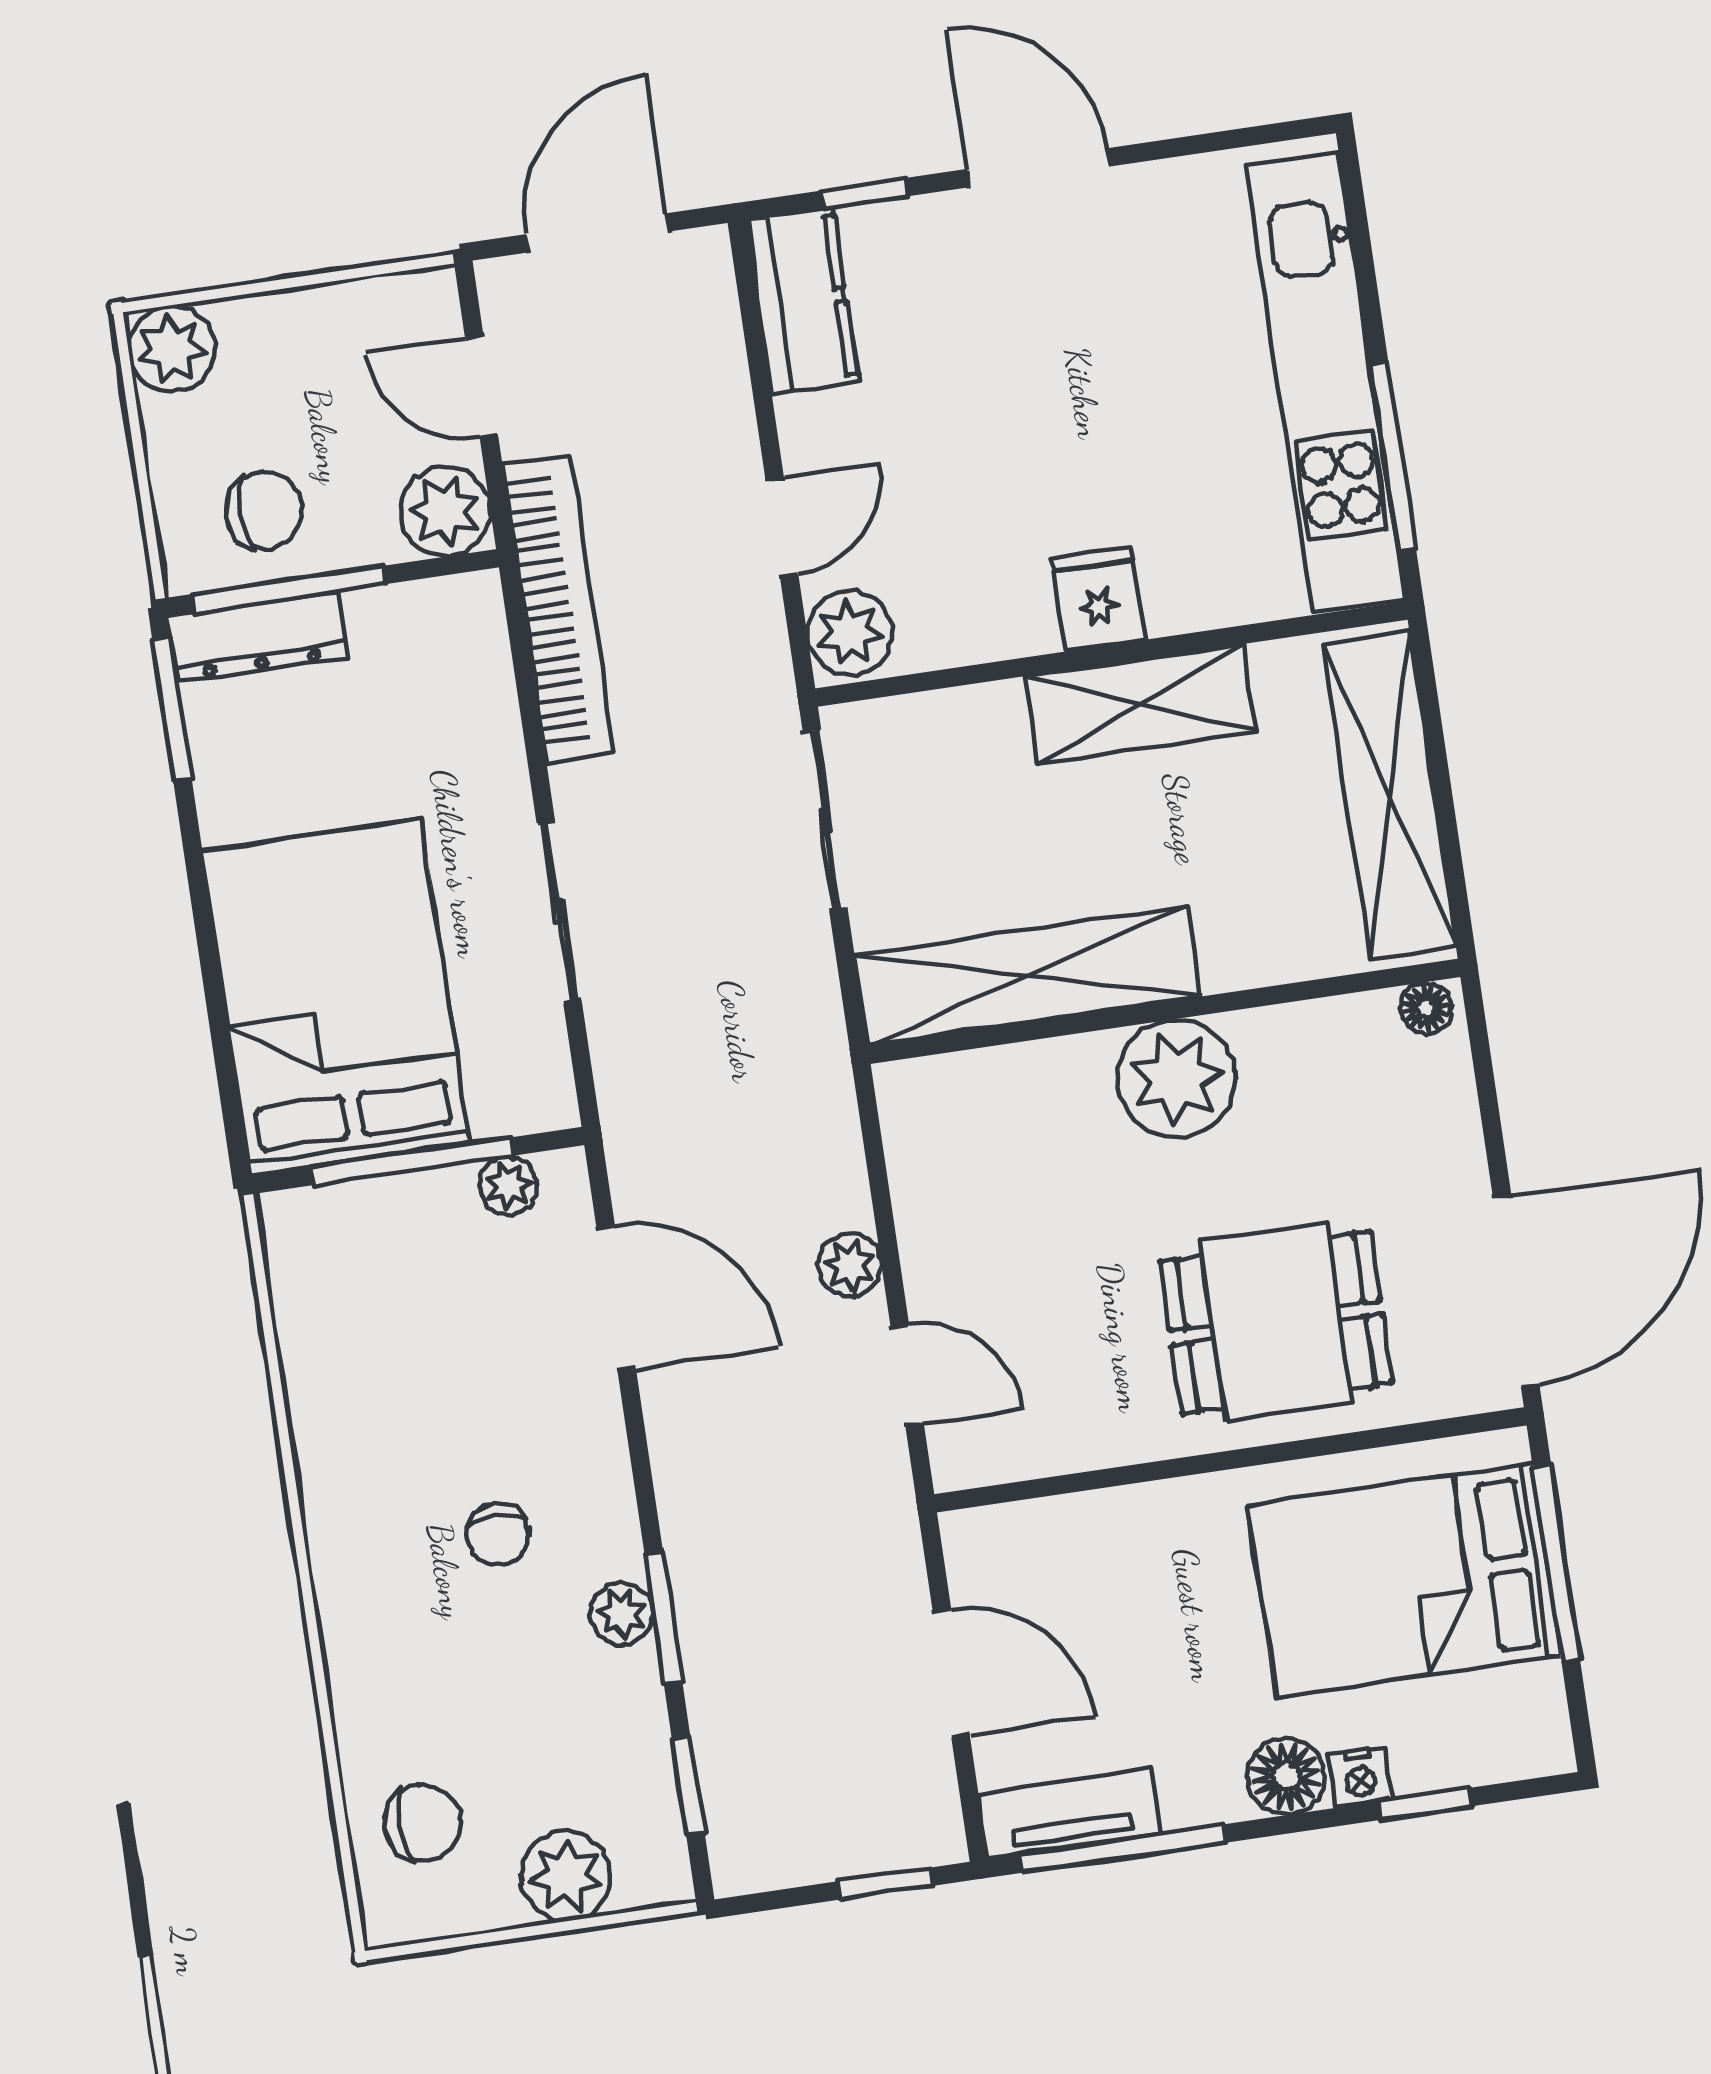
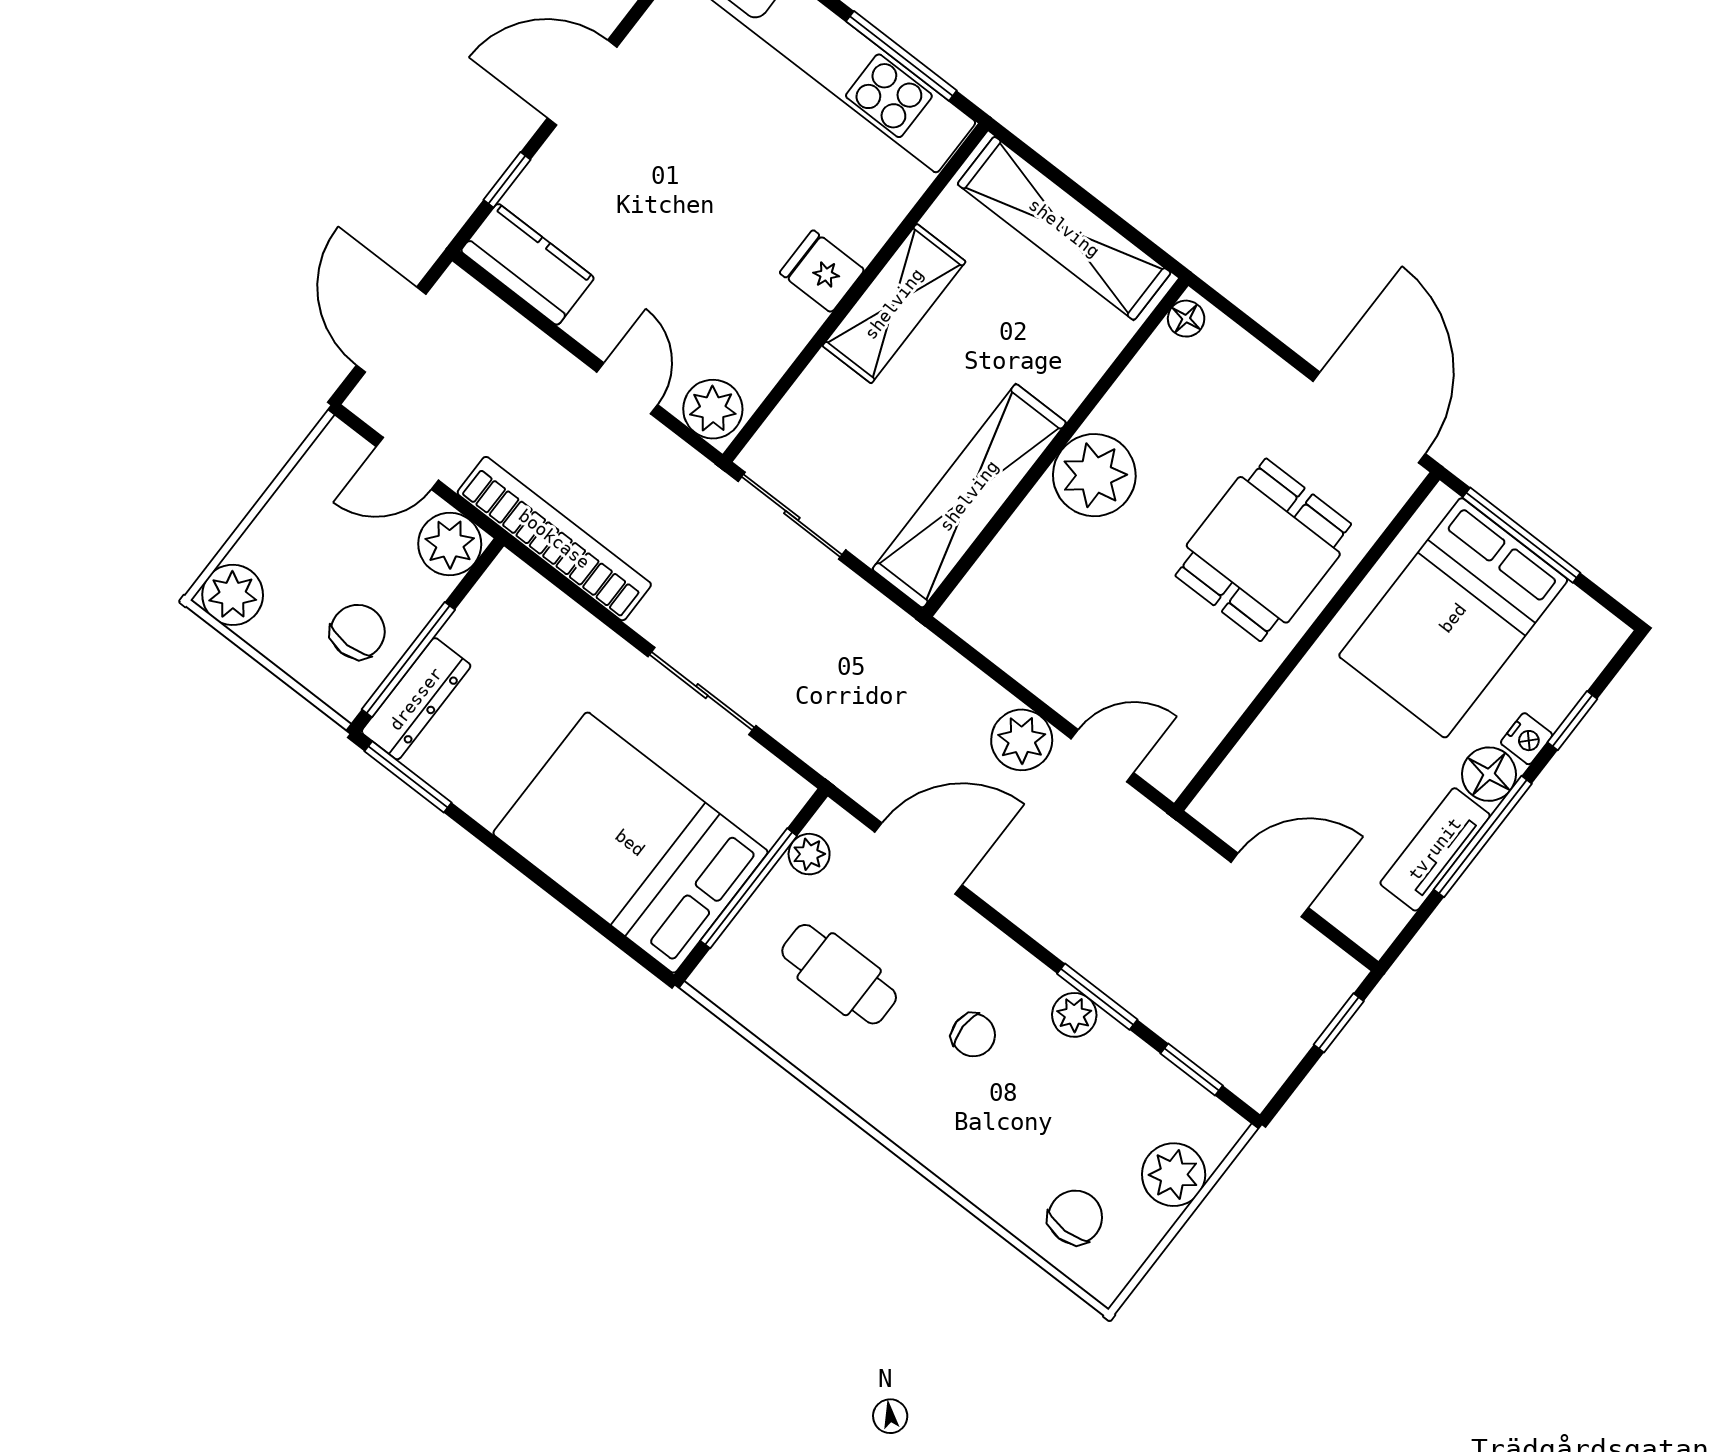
plant: (850, 1265) -> (1022, 740), width x1.38, depth x1.38
cafe table: (420, 1339) -> (839, 974), added
tv unit: (1070, 1813) -> (1435, 849), moved
window: (1122, 1849) -> (1483, 837), moved

